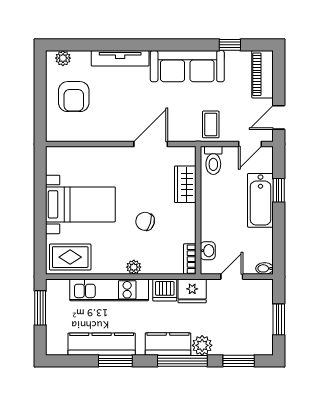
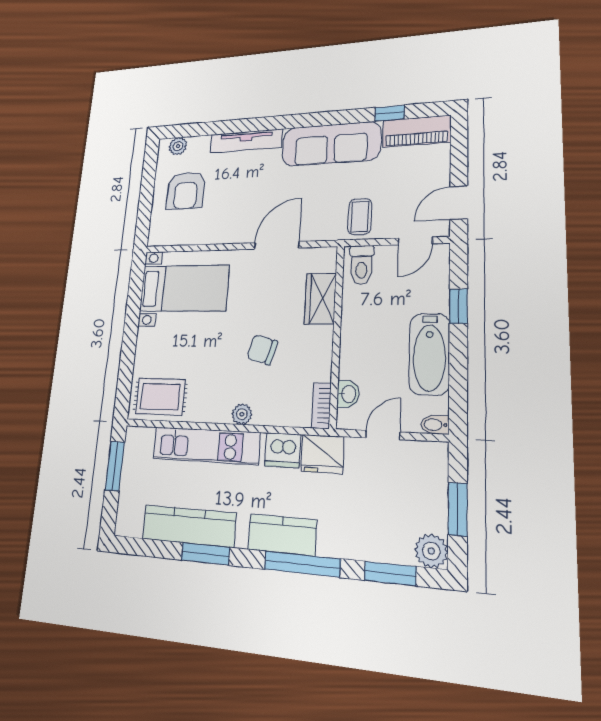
piano: (263, 74) -> (417, 131), moved, turned -90
bathtub: (260, 200) -> (429, 354), moved
bed with nightstands: (80, 204) -> (184, 288), moved
plant: (202, 345) -> (431, 551), moved

